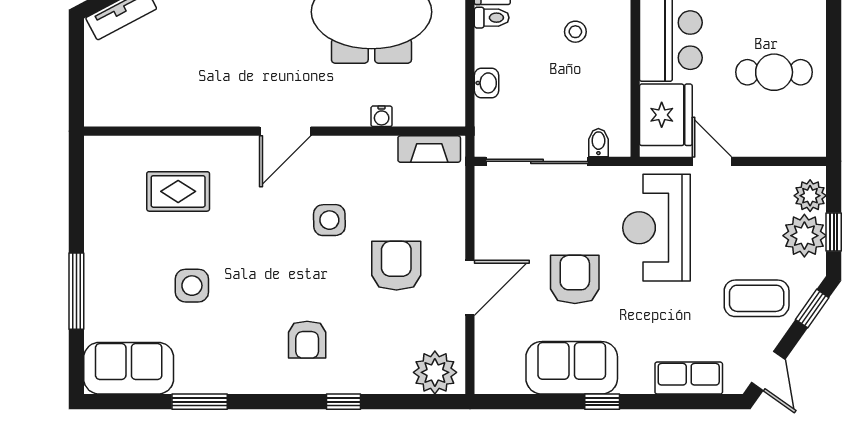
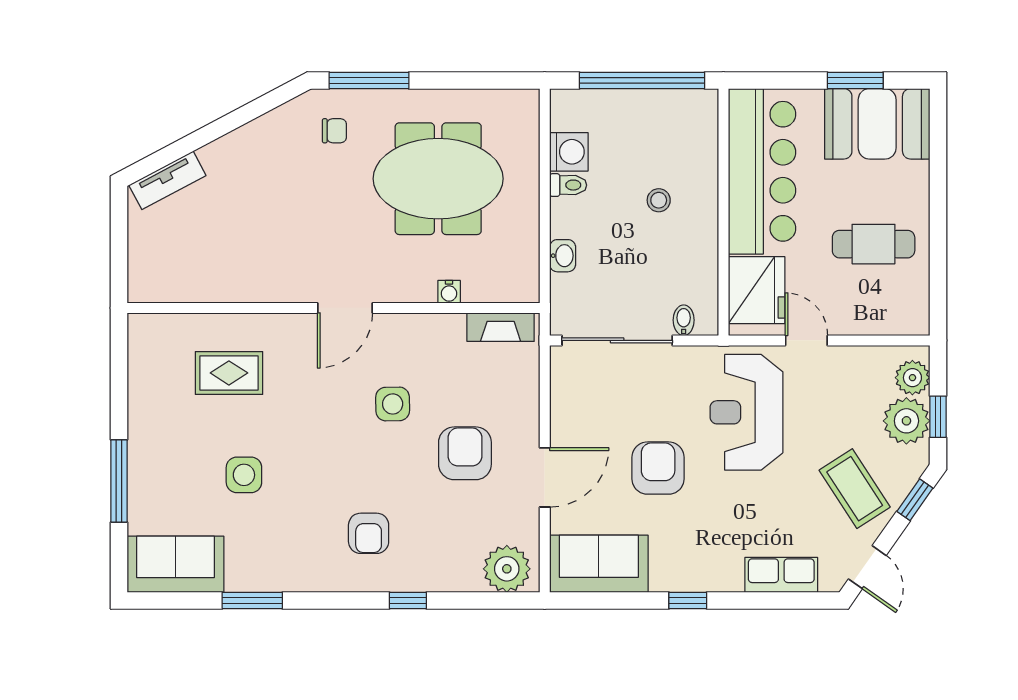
coffee table: (757, 298) -> (855, 489), turned 57
sofa: (572, 368) -> (599, 564), moved

